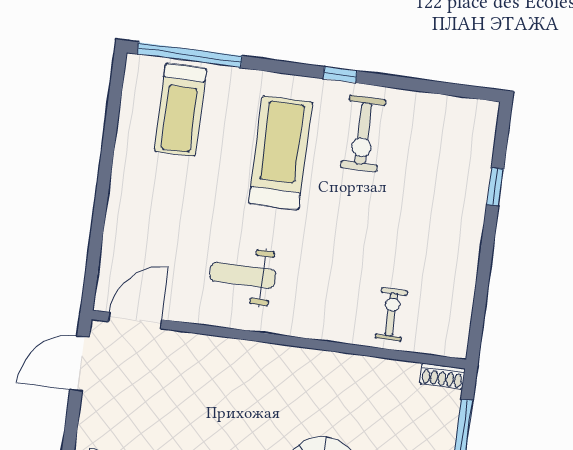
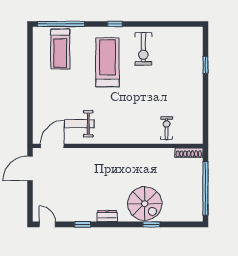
window: (340, 75) -> (115, 24), moved
weight bench: (243, 275) -> (79, 124), moved
shoe rack: (442, 376) -> (189, 153), width x1.43

